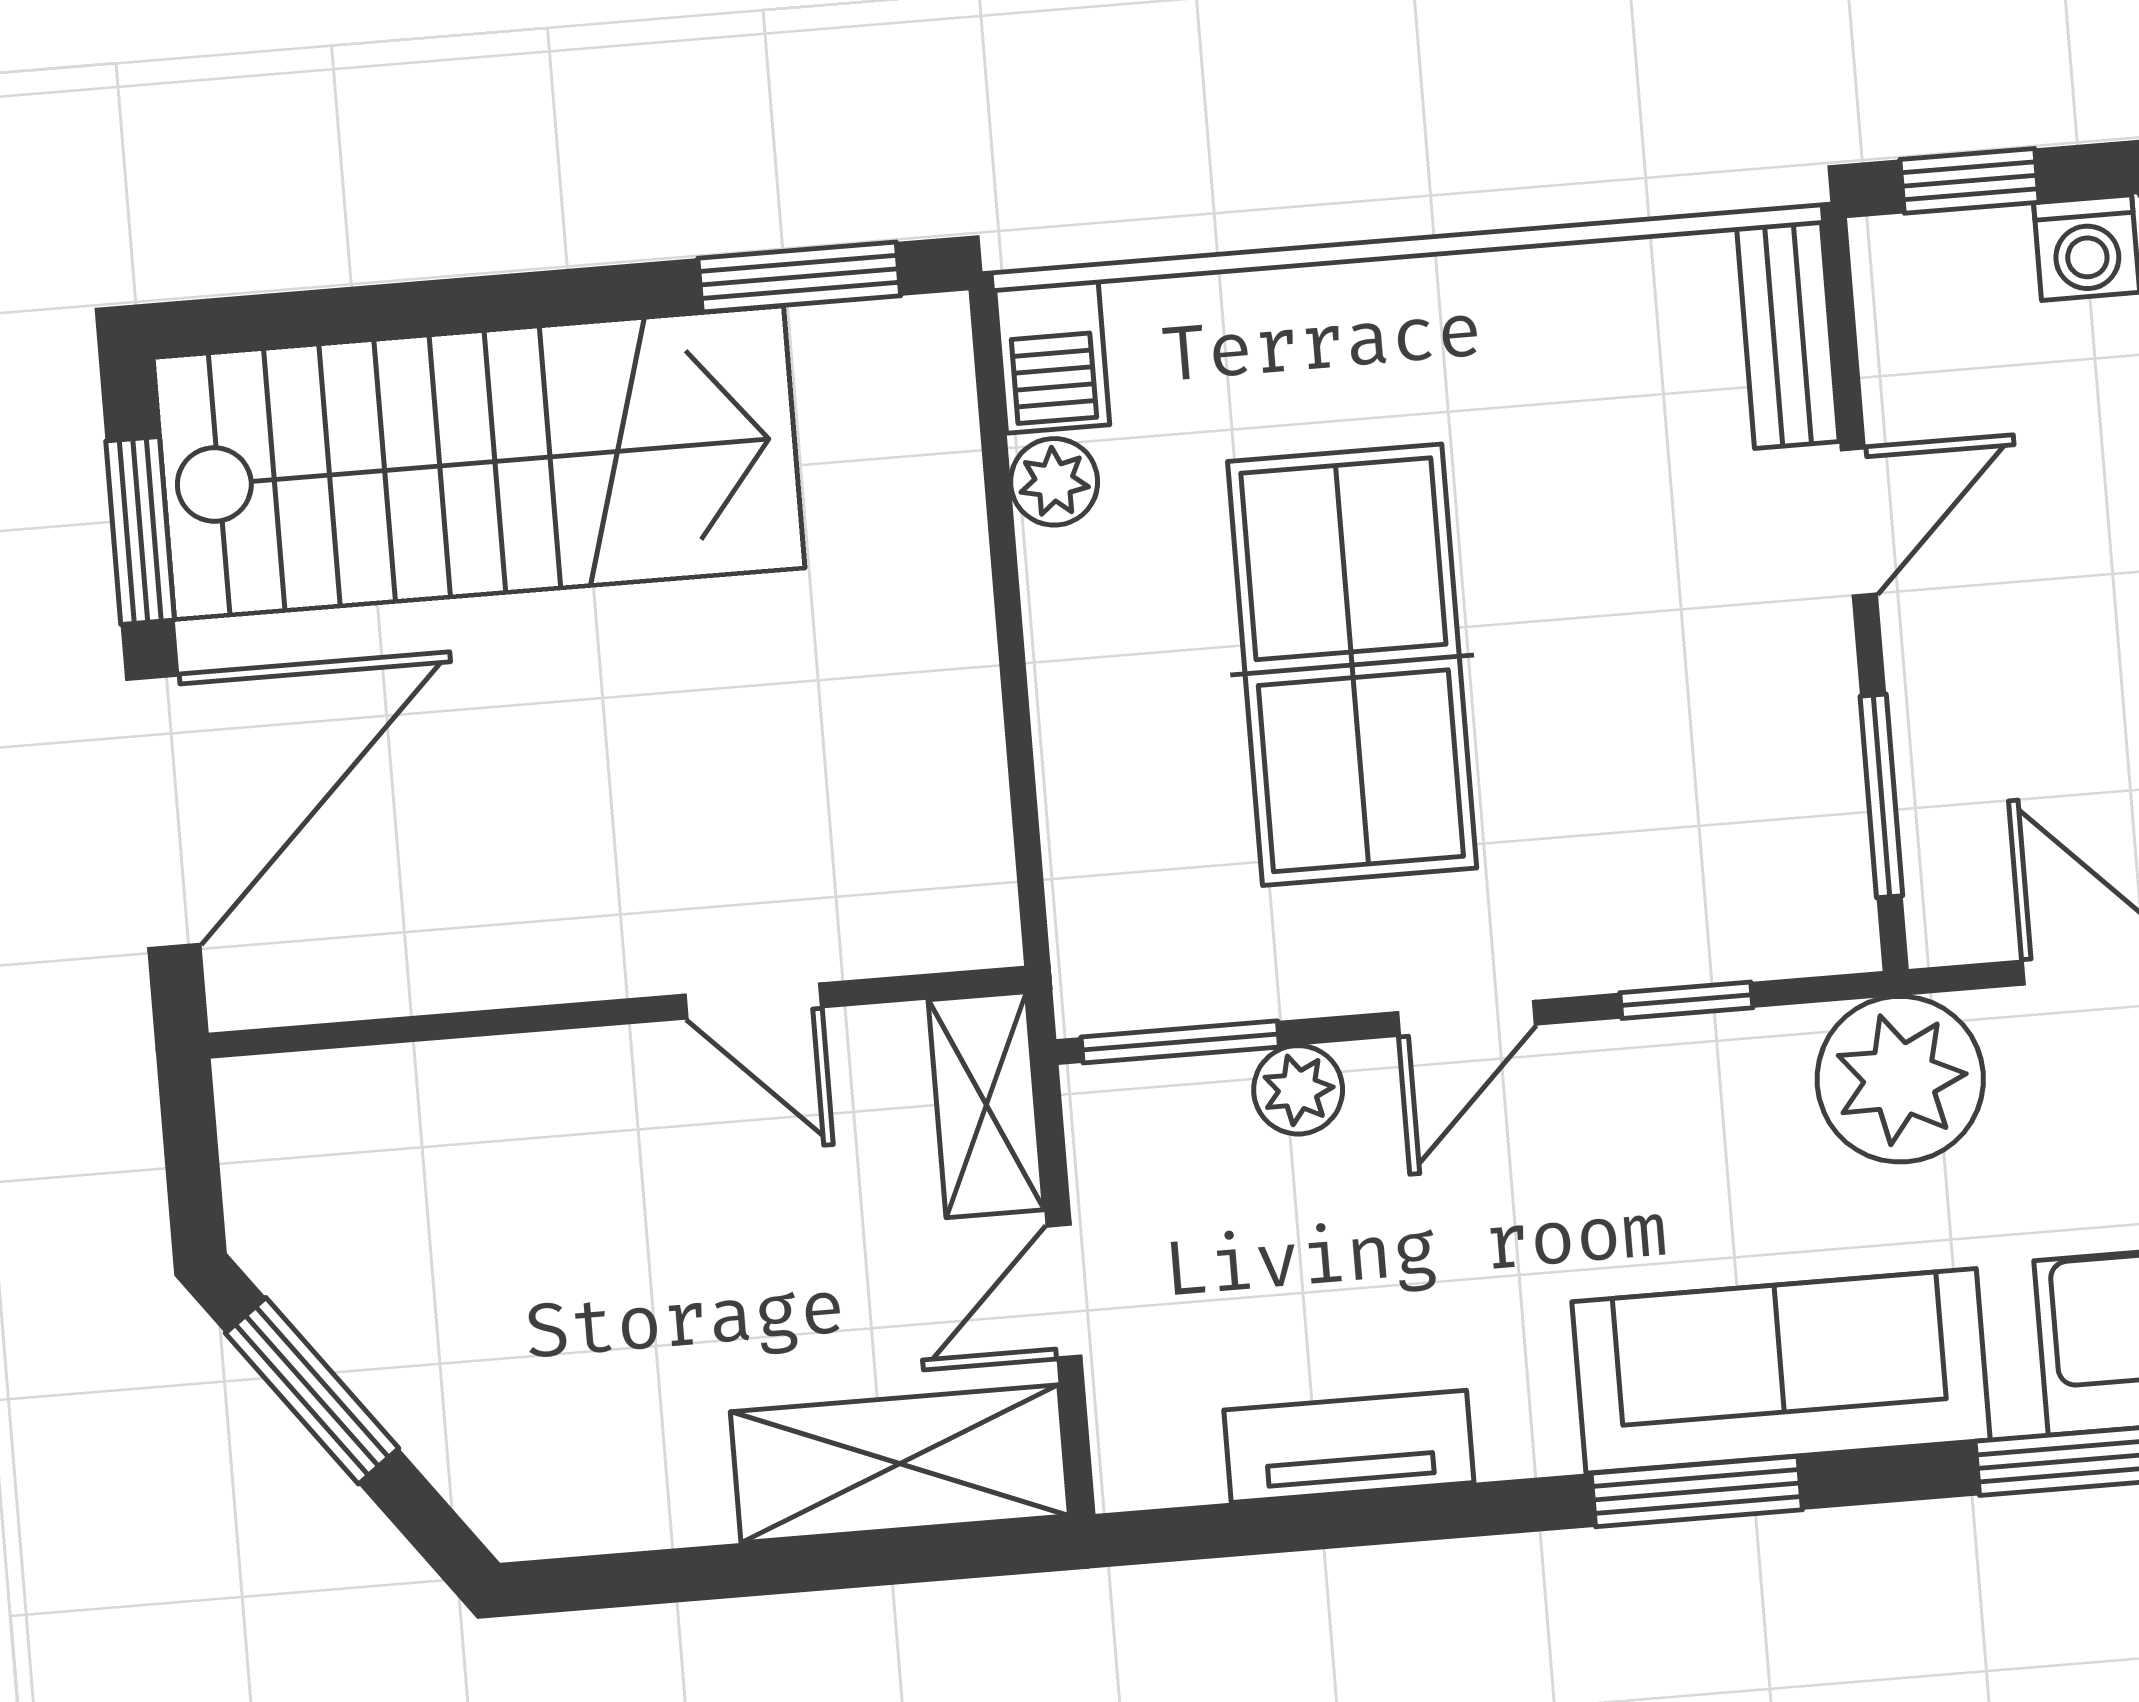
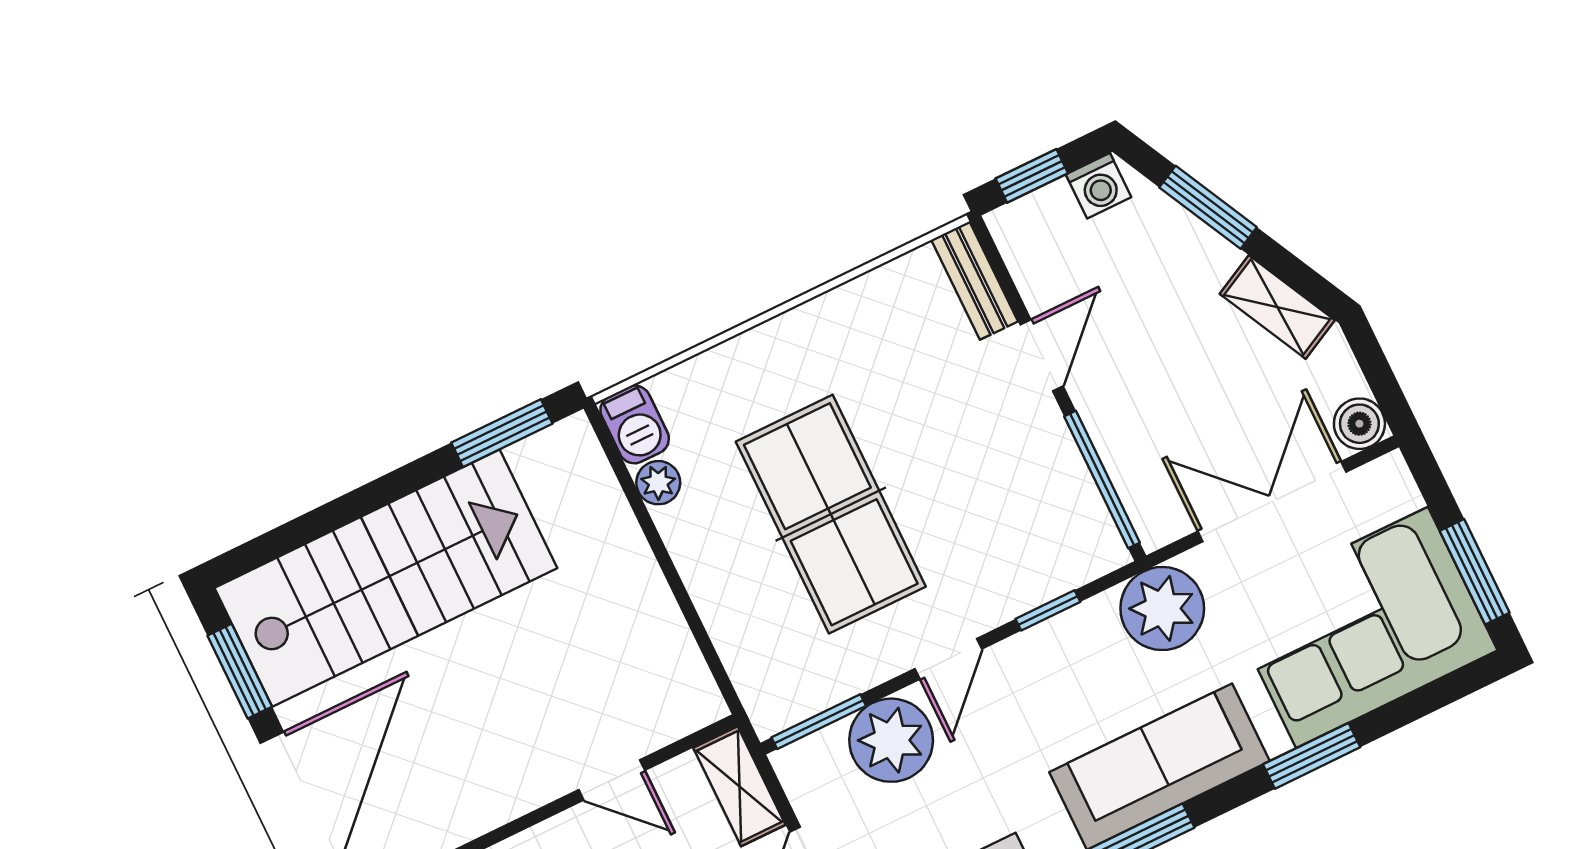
window: (1881, 796) -> (1102, 479), width x1.44
plant: (1298, 1090) -> (891, 740), width x1.87, depth x1.87

